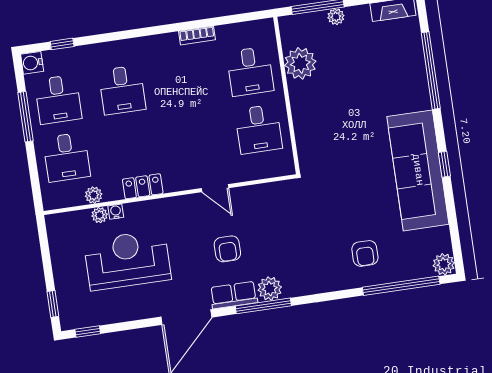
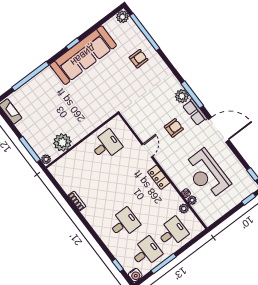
plant: (336, 17) -> (46, 159), moved
desk: (250, 71) -> (80, 165), removed
locker: (143, 186) -> (159, 177), moved

